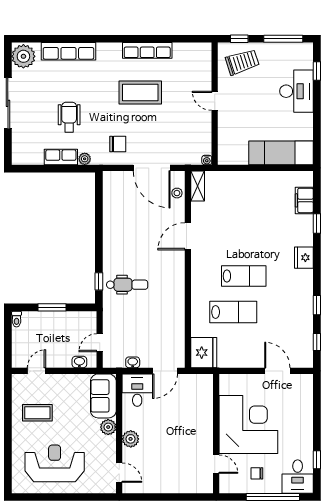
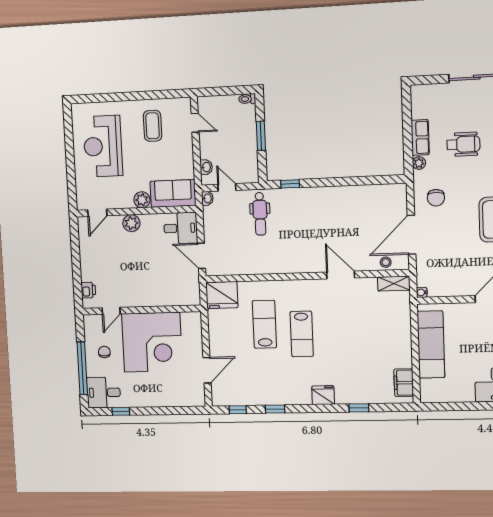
exam couch: (281, 153) -> (431, 345), moved
filing cabinet: (304, 200) -> (404, 383), moved, turned -90
dental chair: (127, 285) -> (260, 214), moved
lab bench: (233, 312) -> (264, 324), turned 180
washbasin: (133, 362) -> (207, 198), moved
reception desk: (55, 463) -> (103, 146), turned 180
printer: (195, 486) -> (88, 290), added

